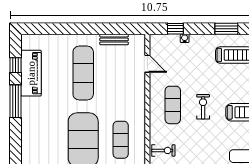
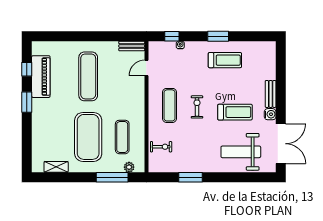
bench: (114, 39) -> (132, 46), moved
door: (147, 64) -> (146, 68), swing flipped
window: (16, 101) -> (27, 102), width x0.69

